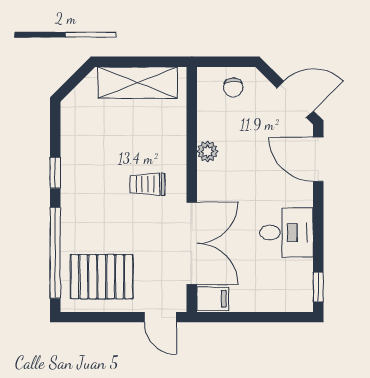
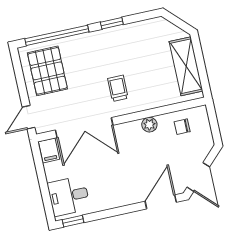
chair: (233, 88) -> (182, 127), moved
desk: (286, 233) -> (69, 196), moved, turned 90

